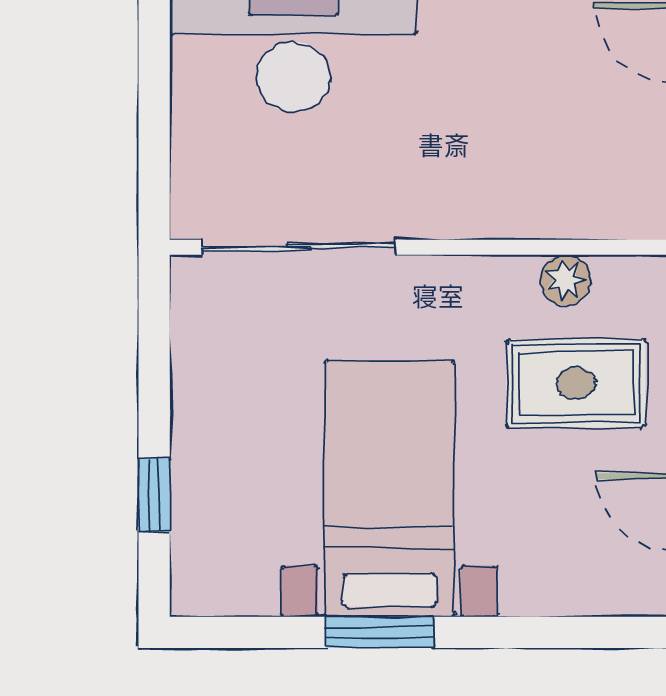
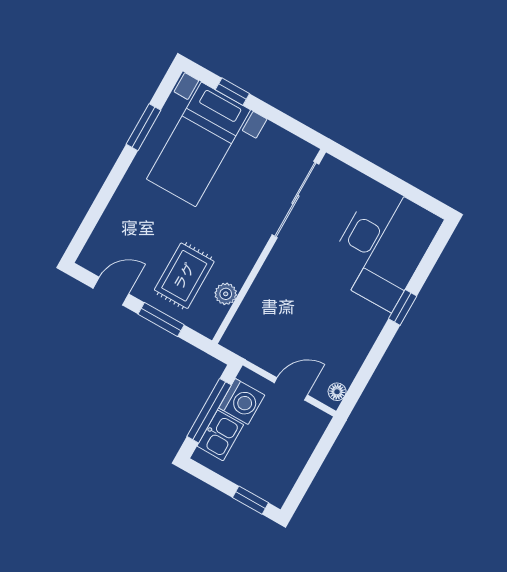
bed with nightstands: (389, 489) -> (198, 144), moved, turned 90
window: (380, 632) -> (143, 127), moved

